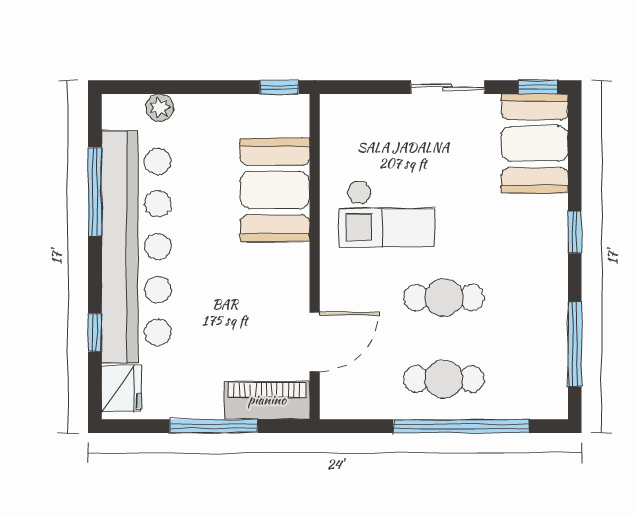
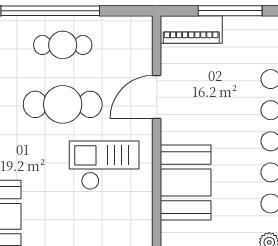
cafe table: (444, 298) -> (63, 104), width x1.37, depth x1.35
door: (315, 342) -> (157, 97), moved

